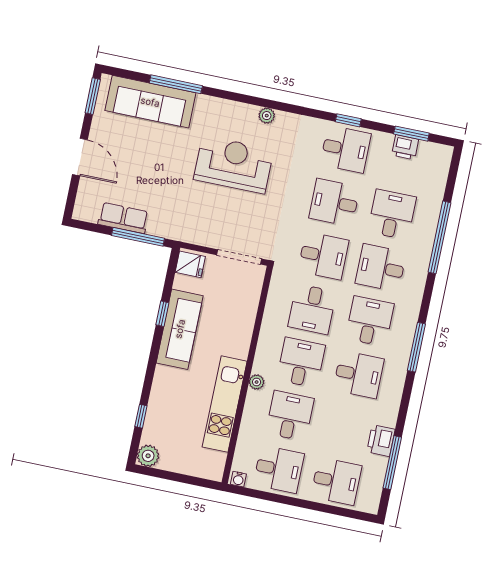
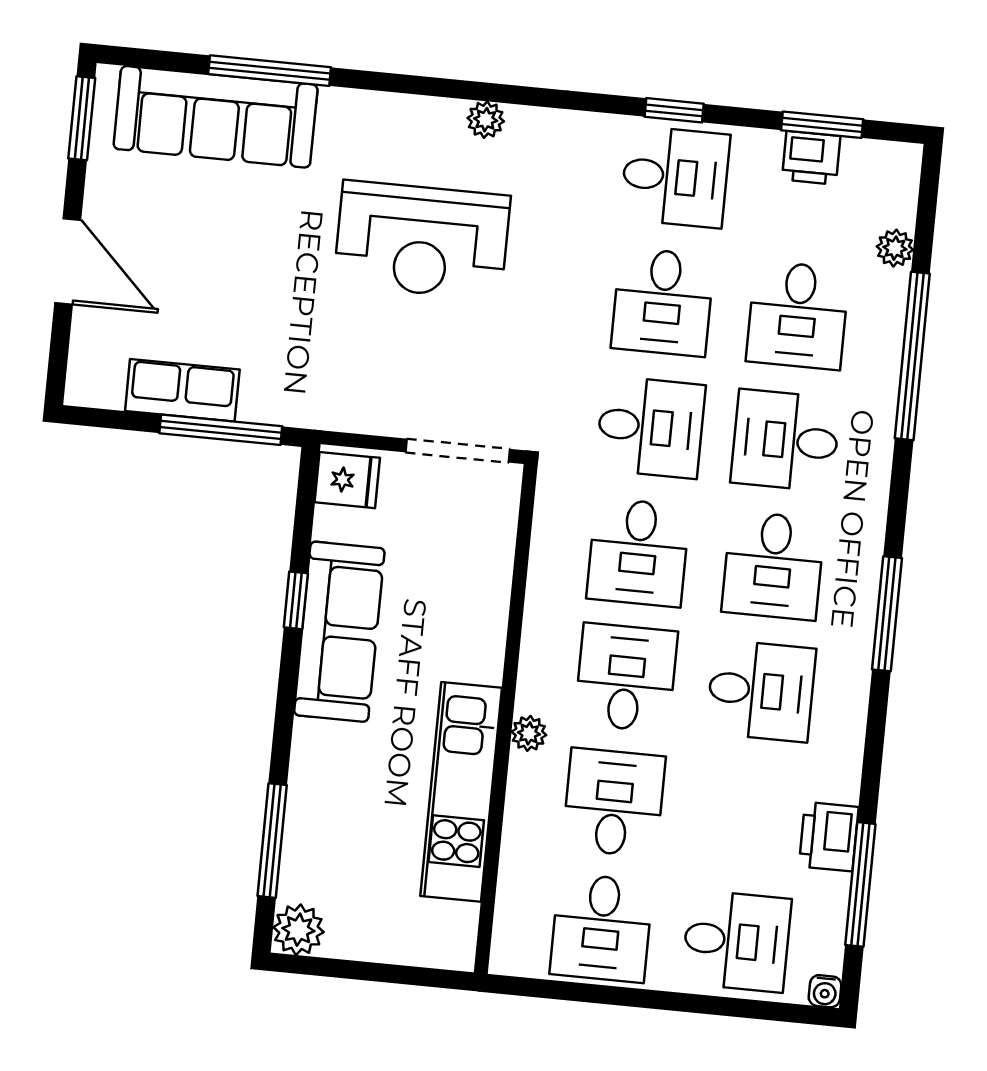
reception desk: (234, 165) -> (422, 240), turned 180
plant: (437, 190) -> (895, 248), added
desk: (334, 202) -> (663, 302), turned -90
desk: (392, 214) -> (798, 315), turned 180
desk: (370, 321) -> (773, 566), turned 180
window: (141, 416) -> (272, 841), width x2.17
desk: (279, 469) -> (601, 928), turned 90
water cooler: (238, 479) -> (825, 991), moved

